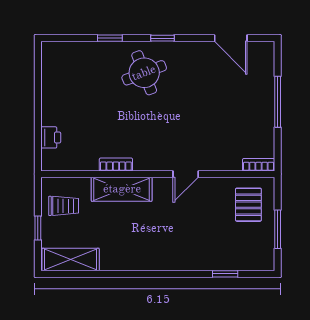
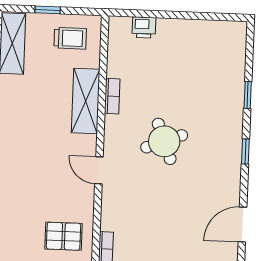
round table: (144, 73) -> (164, 141), moved
trolley: (64, 206) -> (70, 38), turned -90

